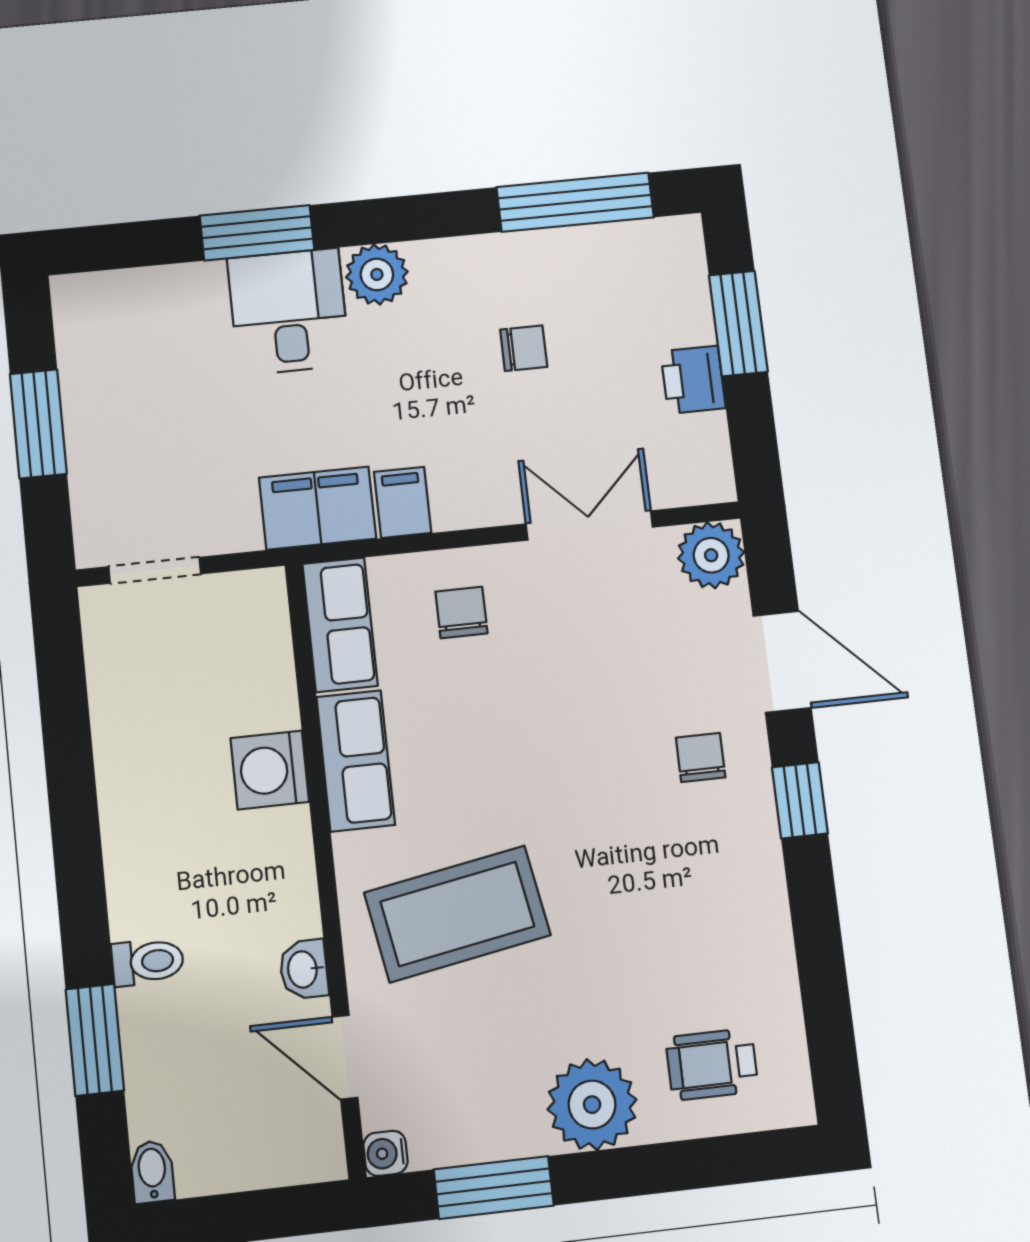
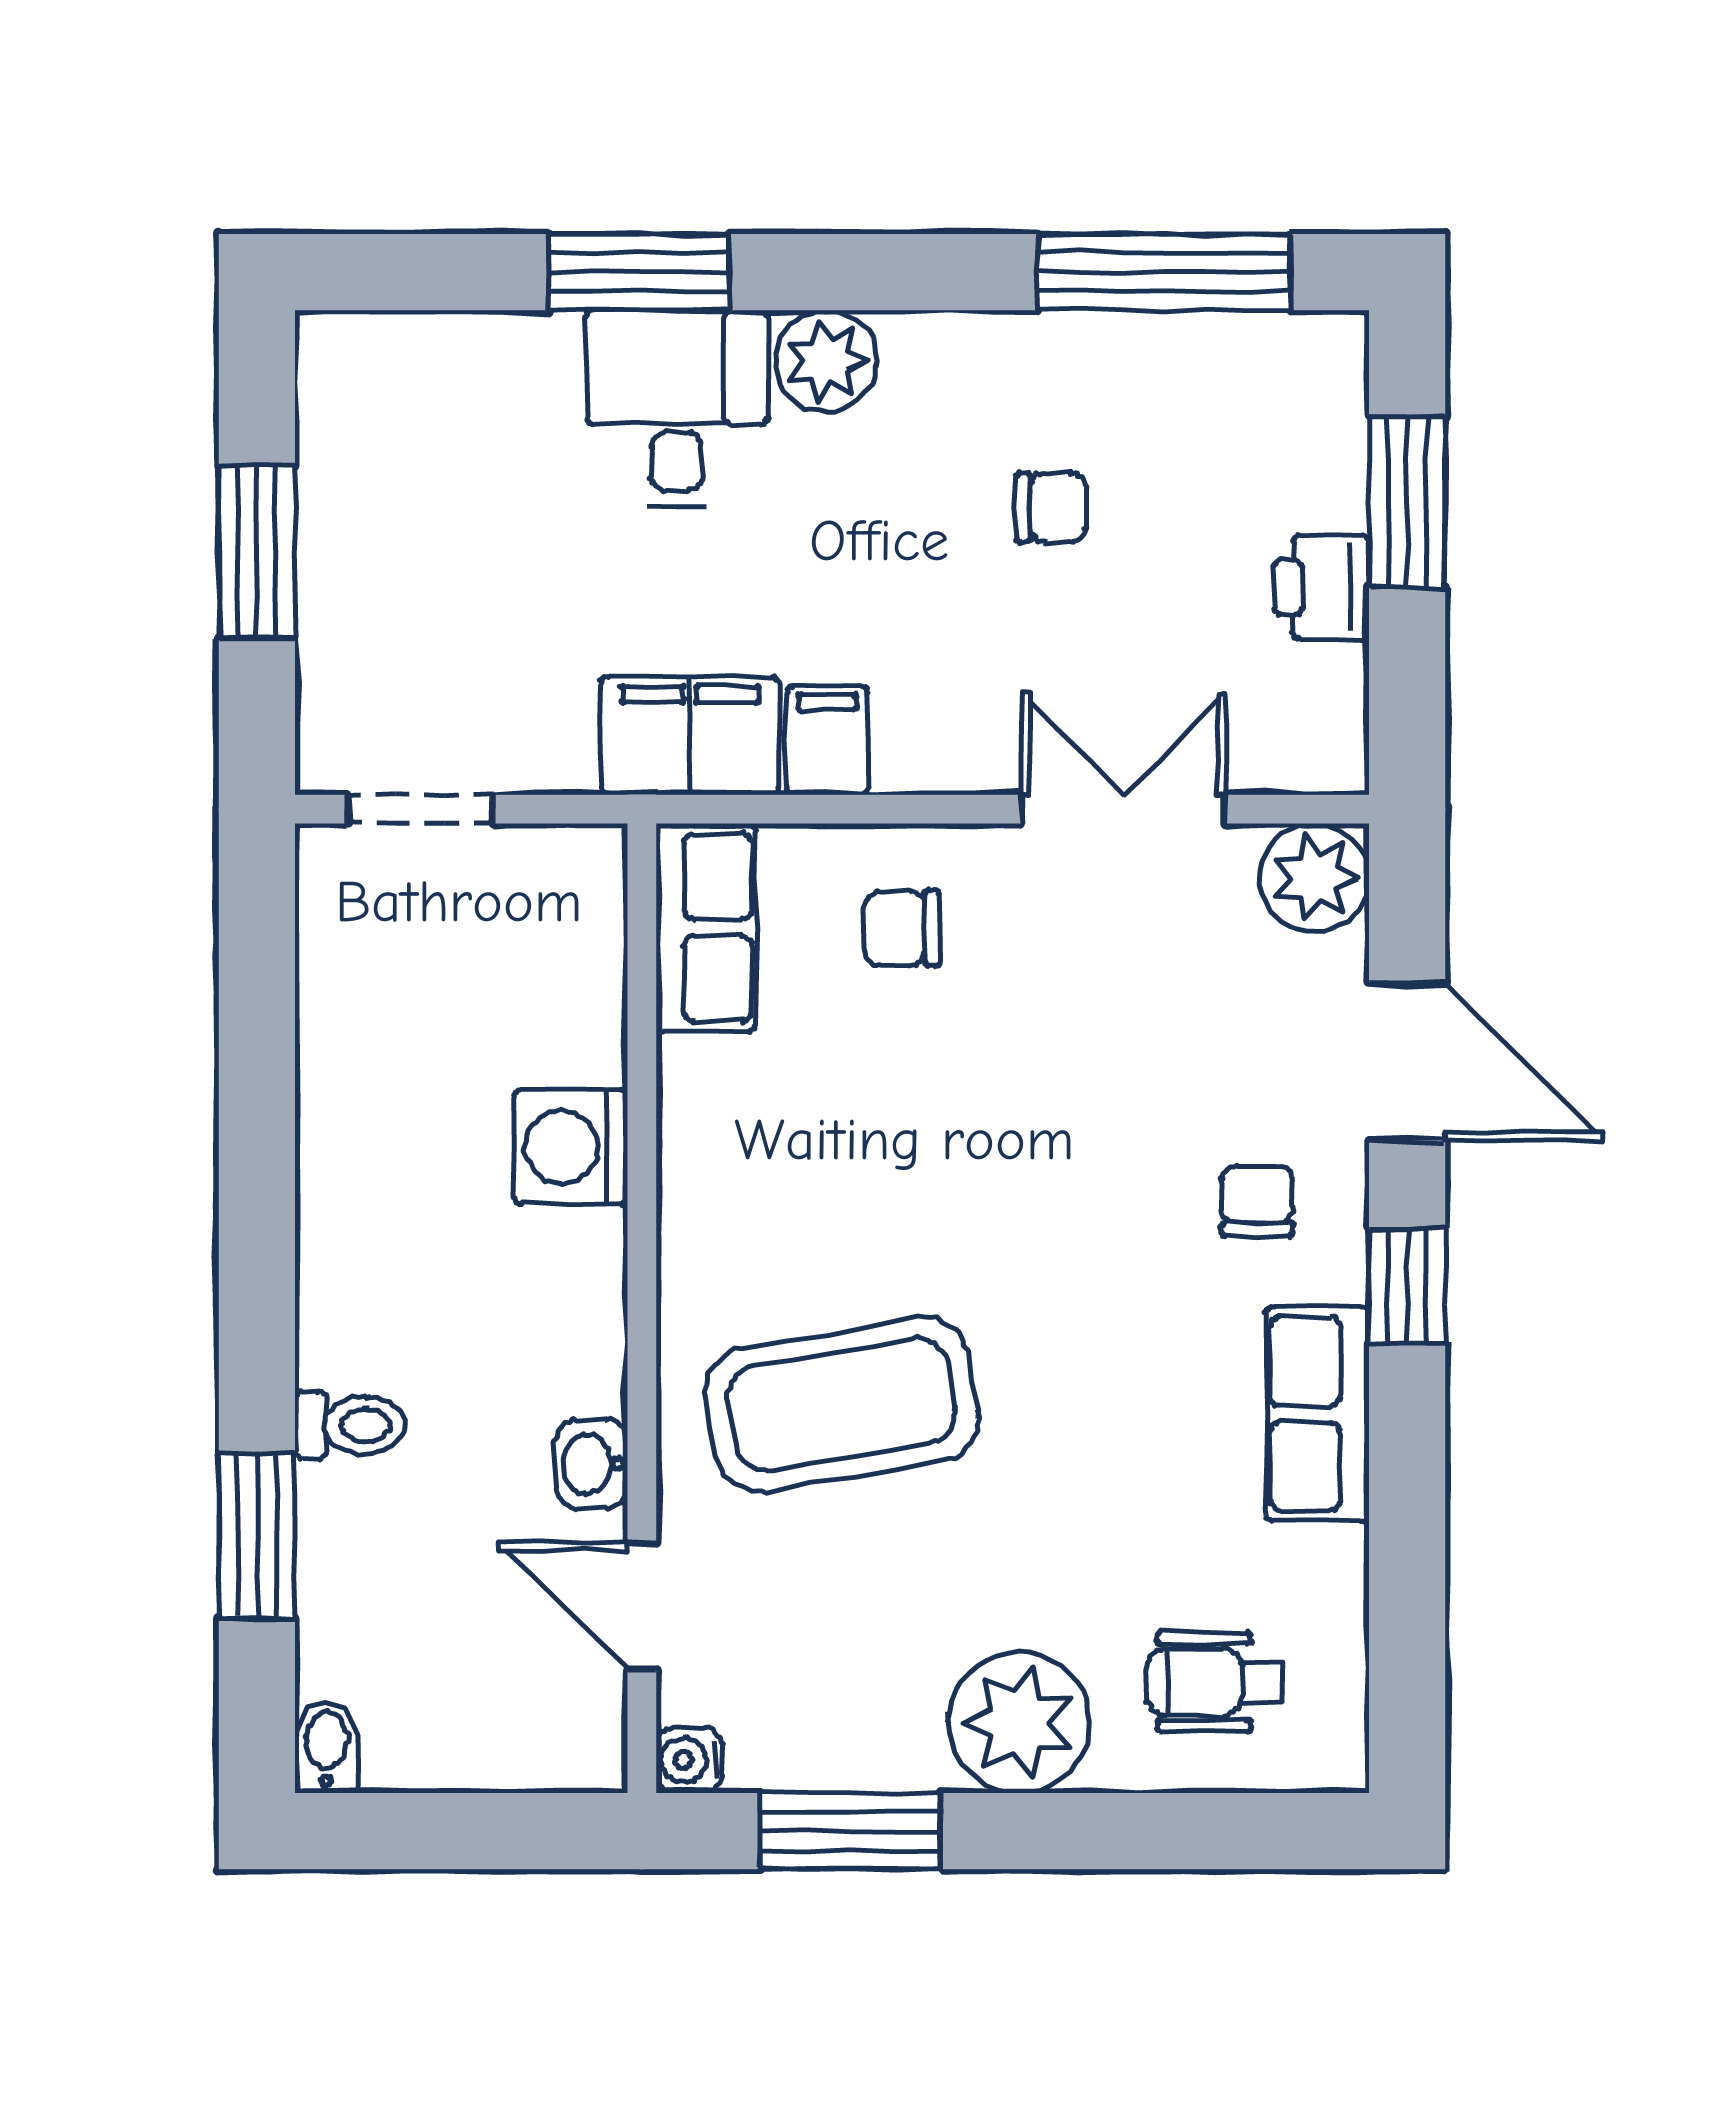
chair: (461, 612) -> (902, 928), turned -90
row of seats: (356, 761) -> (1318, 1414), moved, turned 180

